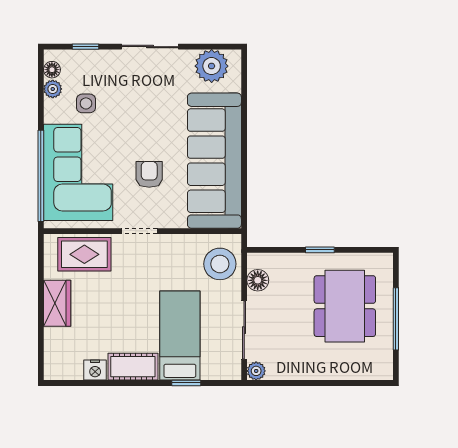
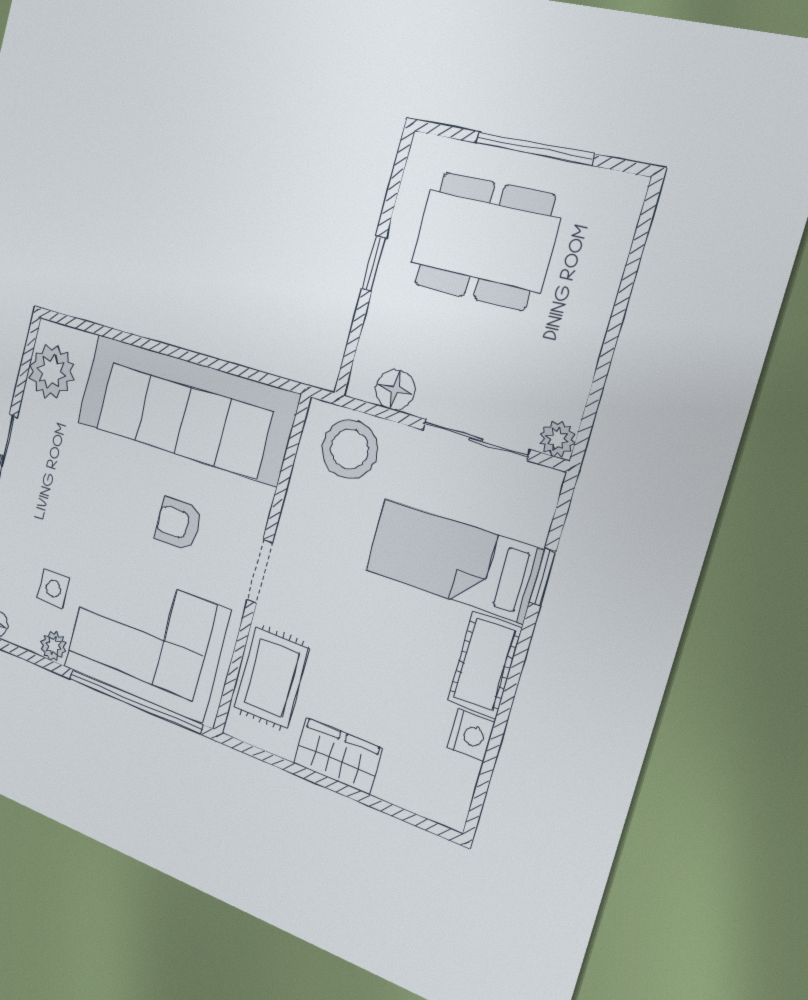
plant: (53, 89) -> (54, 646), moved

